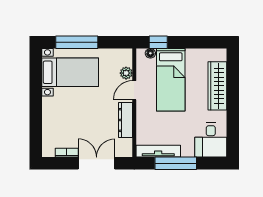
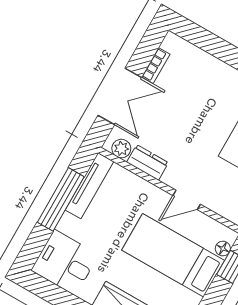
plant: (126, 73) -> (121, 149), moved
door: (134, 90) -> (187, 200), swing flipped
dresser: (126, 120) -> (147, 162), width x0.70

